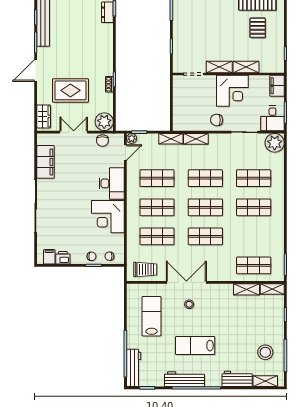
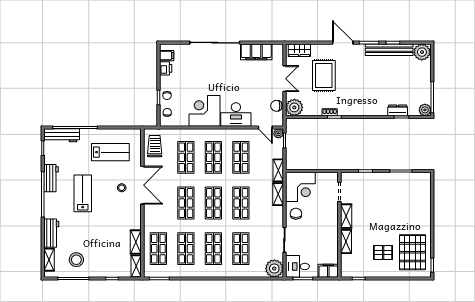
corner desk: (232, 91) -> (300, 187), moved, turned -90
shop shelf: (254, 236) -> (186, 249), added
trolley: (145, 269) -> (155, 146), turned 180
workbench: (184, 379) -> (51, 178), width x0.73

